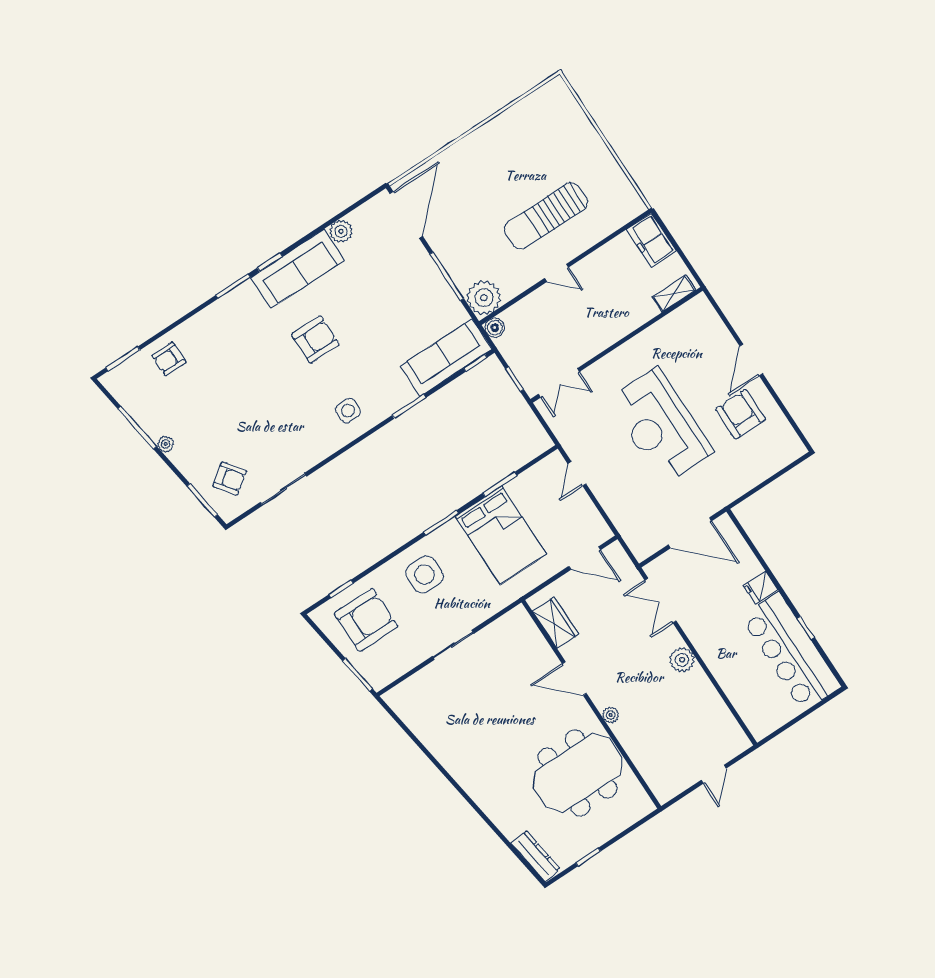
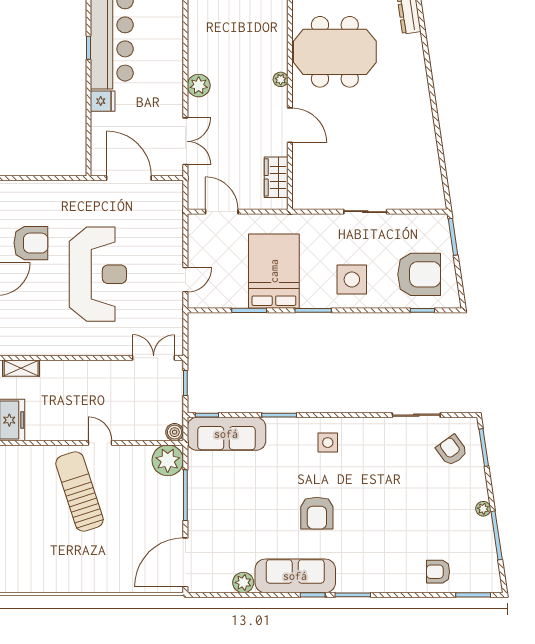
sun lounger: (546, 216) -> (80, 491), turned -108
armchair: (315, 339) -> (317, 513), turned -90
armchair: (169, 359) -> (438, 572), turned 180
armchair: (740, 414) -> (31, 243), turned -90
armchair: (366, 620) -> (419, 274), turned 180

